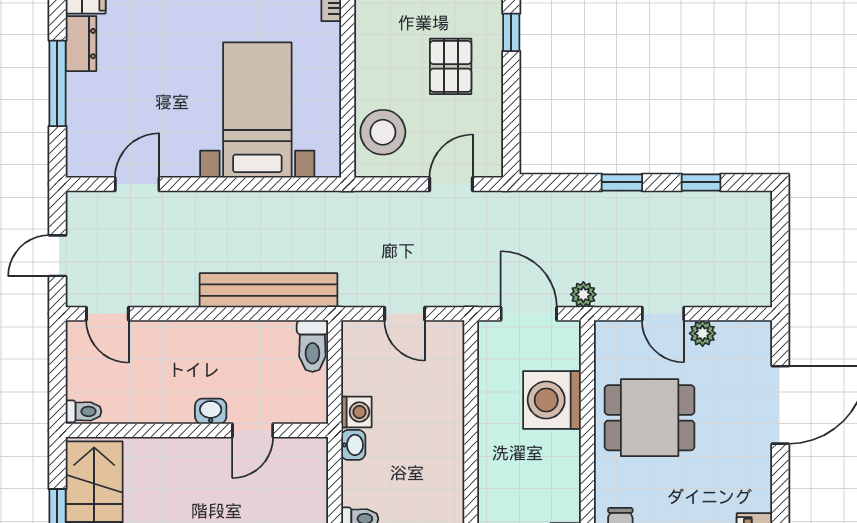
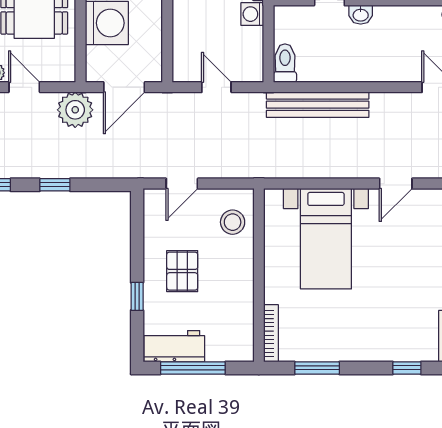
stool: (383, 132) -> (233, 222), width x0.73, depth x0.73
door: (137, 184) -> (396, 184), moved
plant: (583, 294) -> (75, 110), width x1.88, depth x1.88
door: (529, 314) -> (124, 87), hinge flipped

